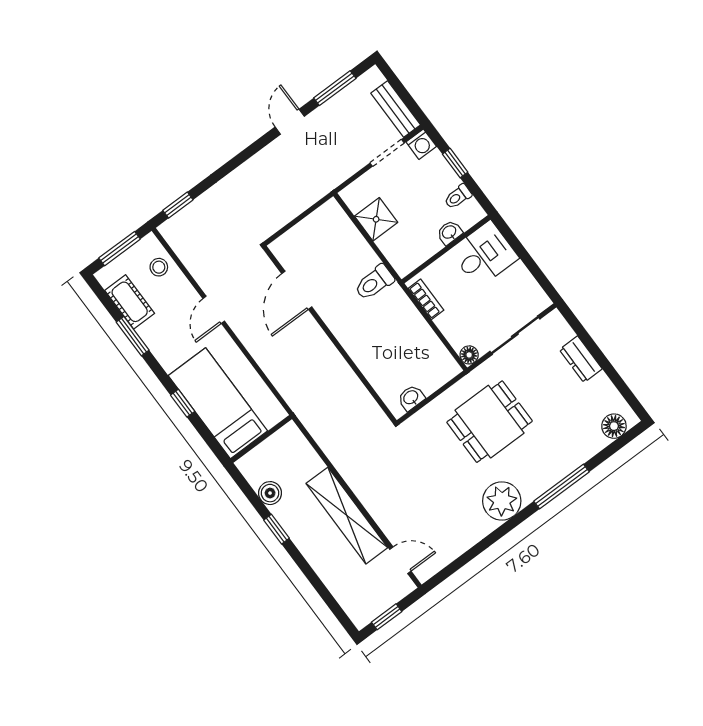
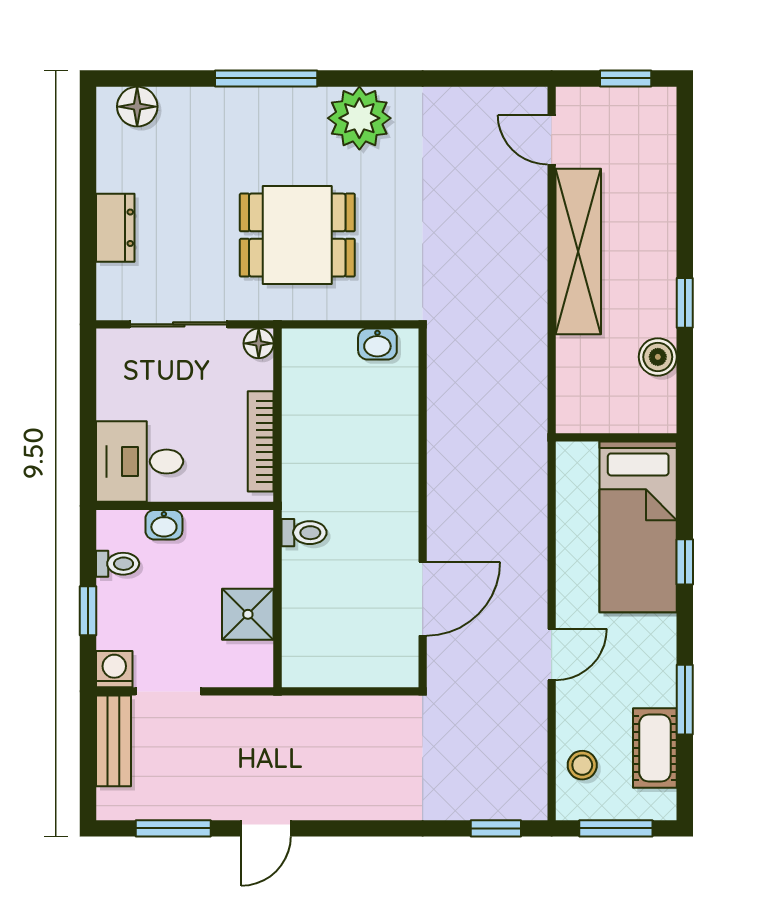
toilet: (374, 282) -> (304, 533), width x0.73, depth x0.72
bookcase: (426, 299) -> (261, 441), width x1.56

